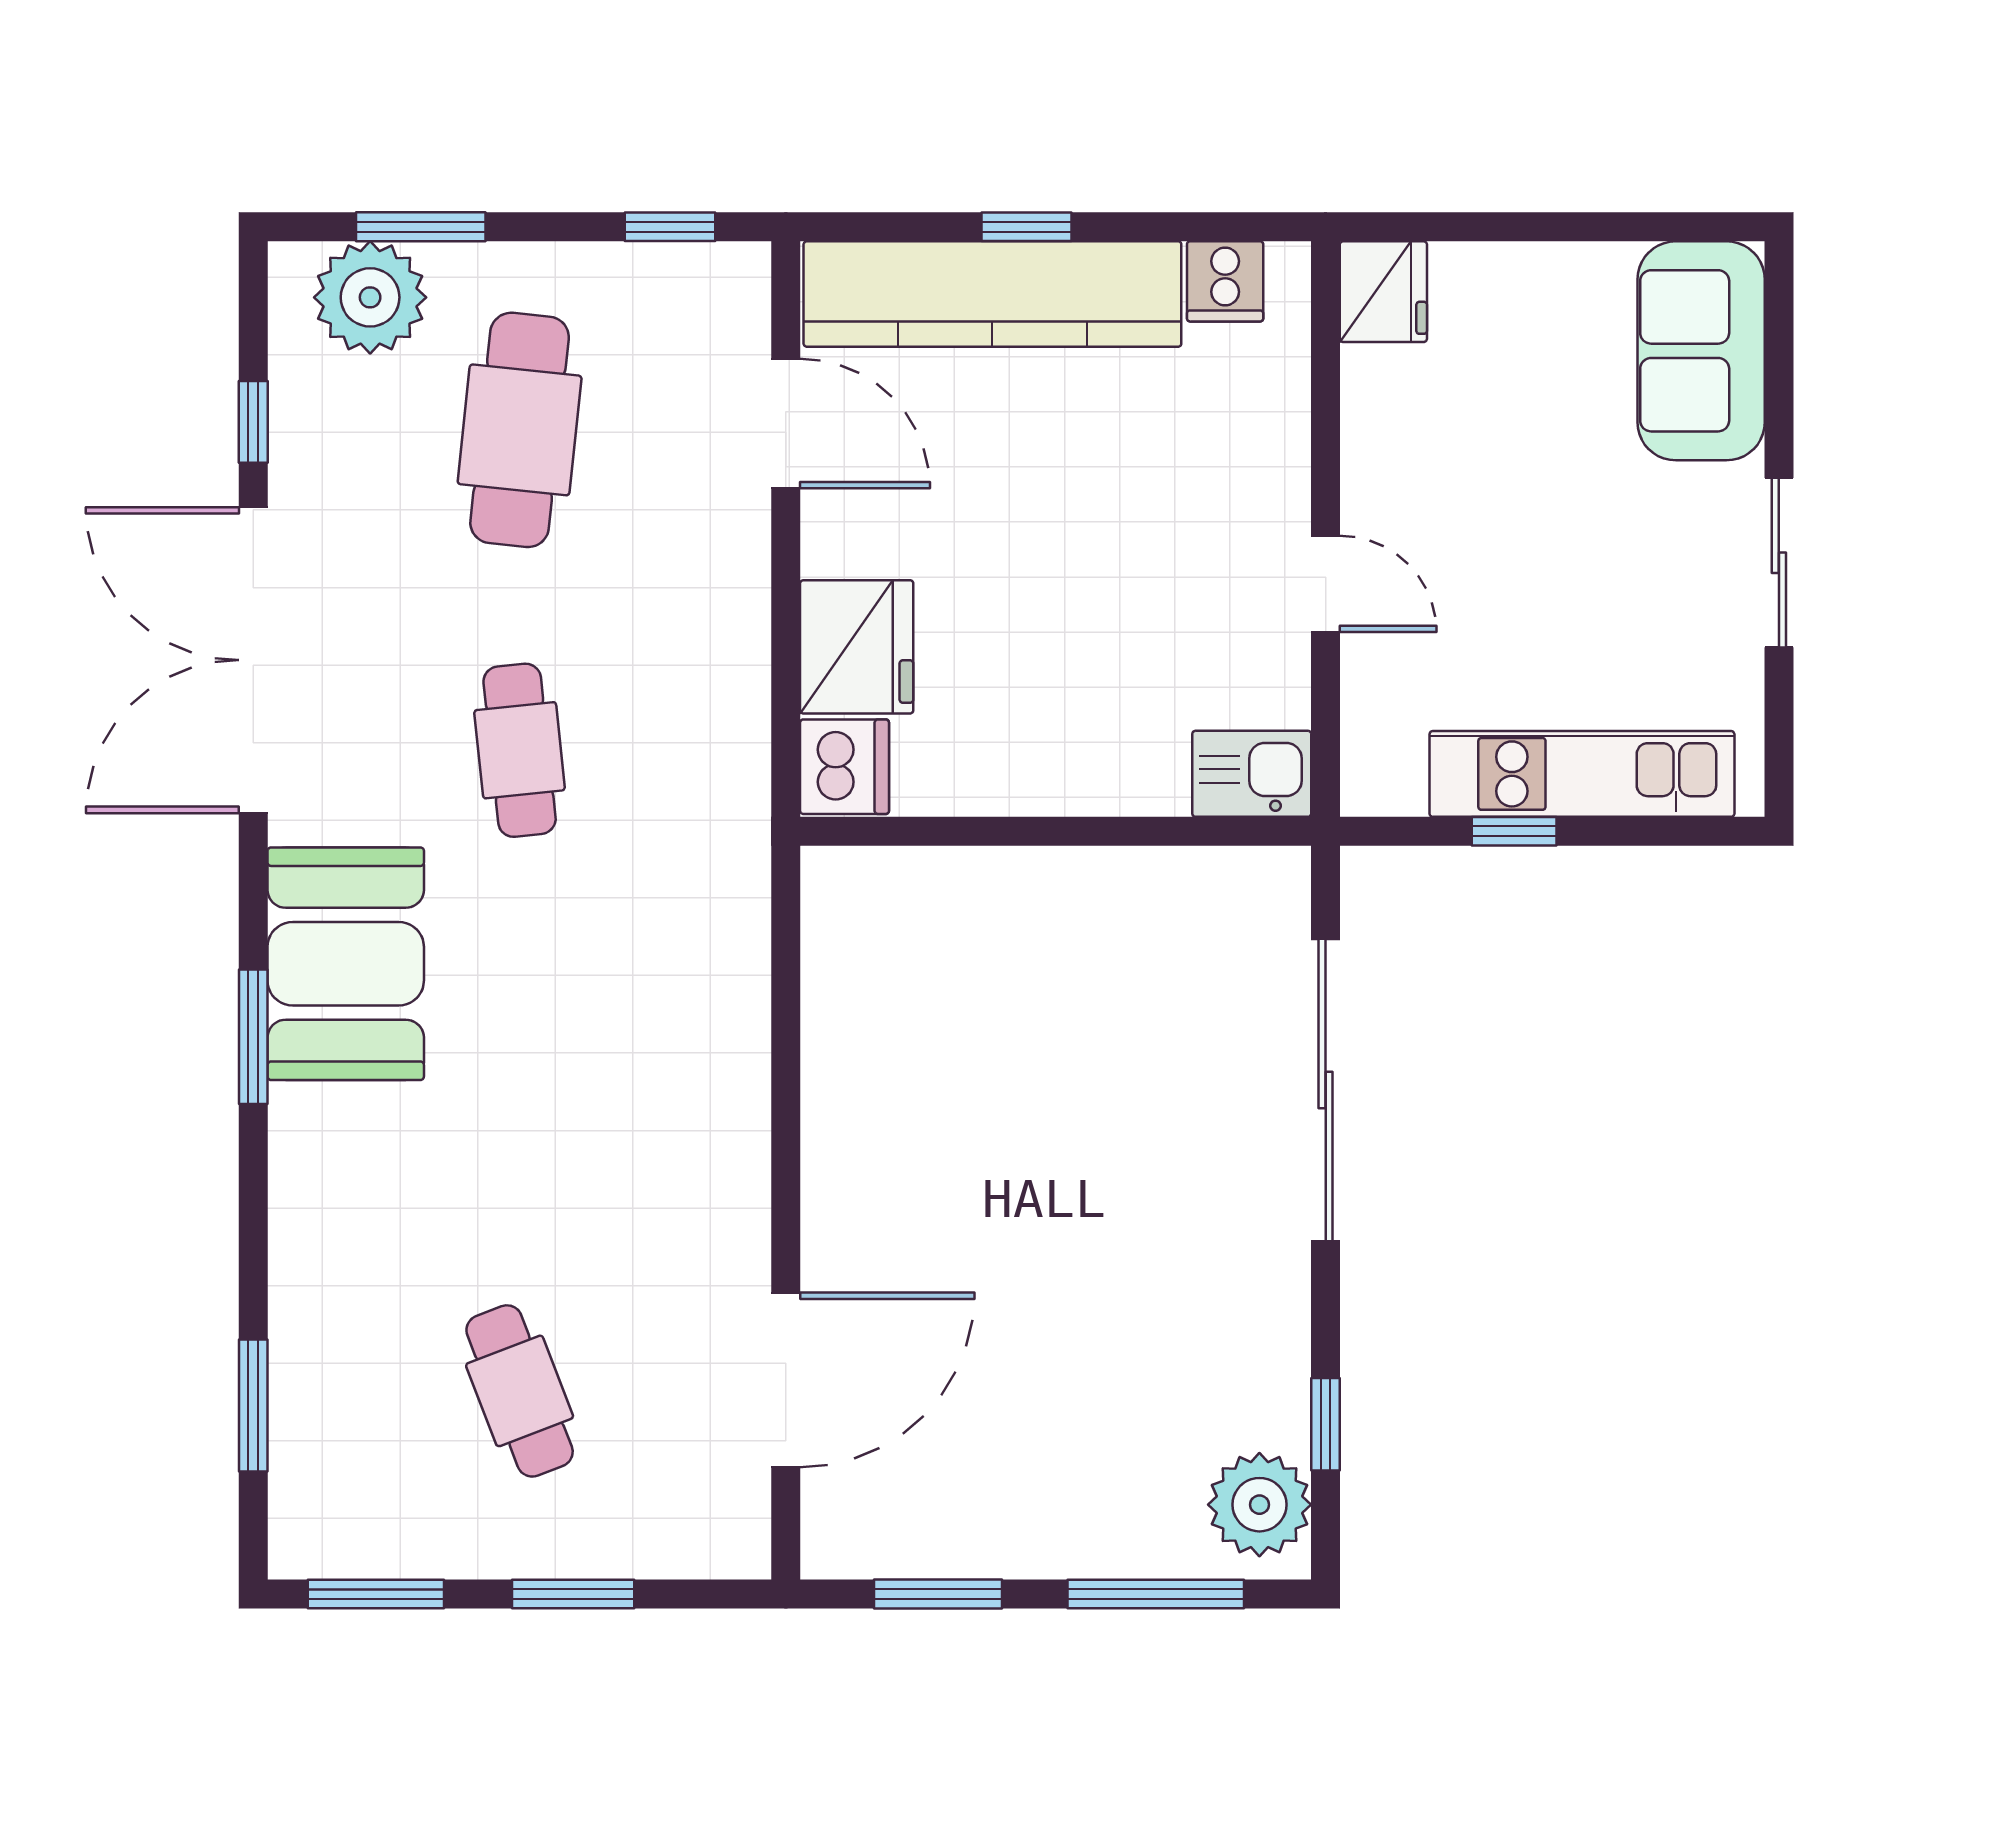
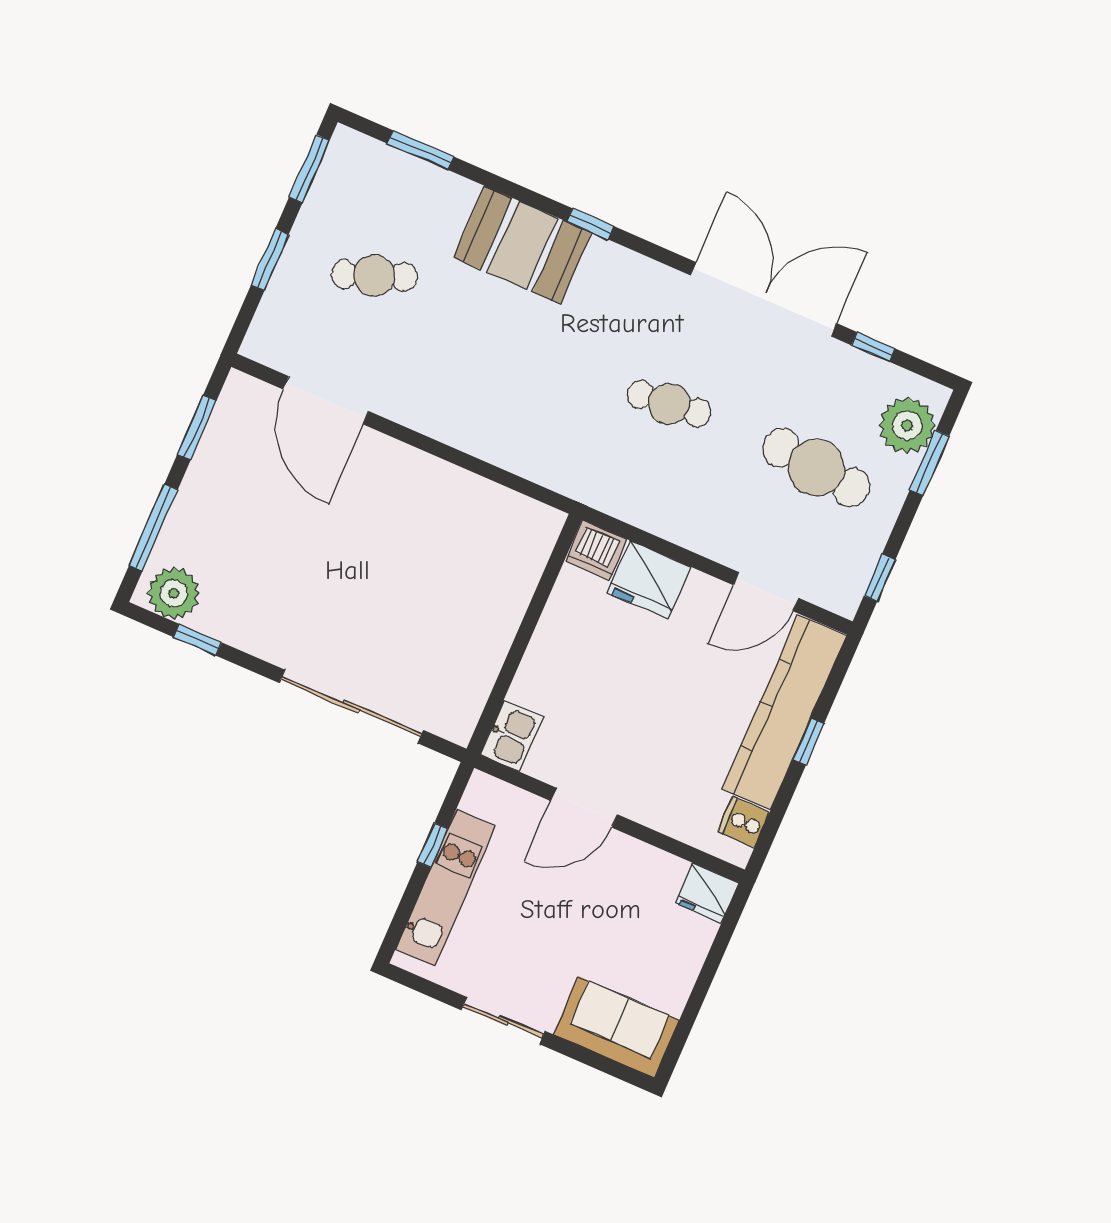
door: (1326, 584) -> (584, 808), width x1.38
booth: (346, 964) -> (522, 245), moved
window: (253, 1037) -> (590, 224), width x0.67

